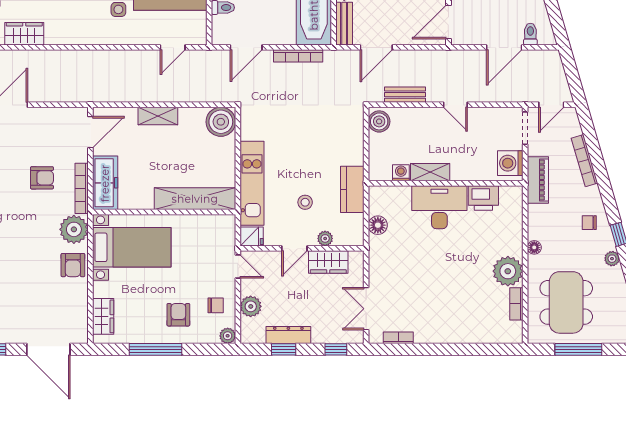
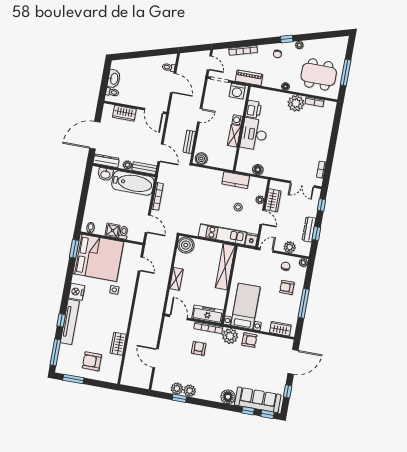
washing machine: (401, 173) -> (237, 120), moved

